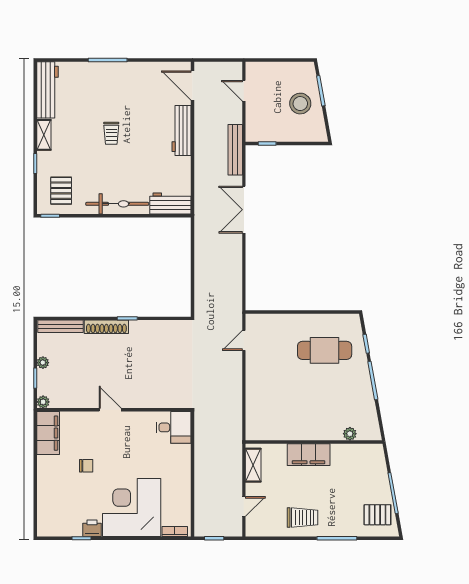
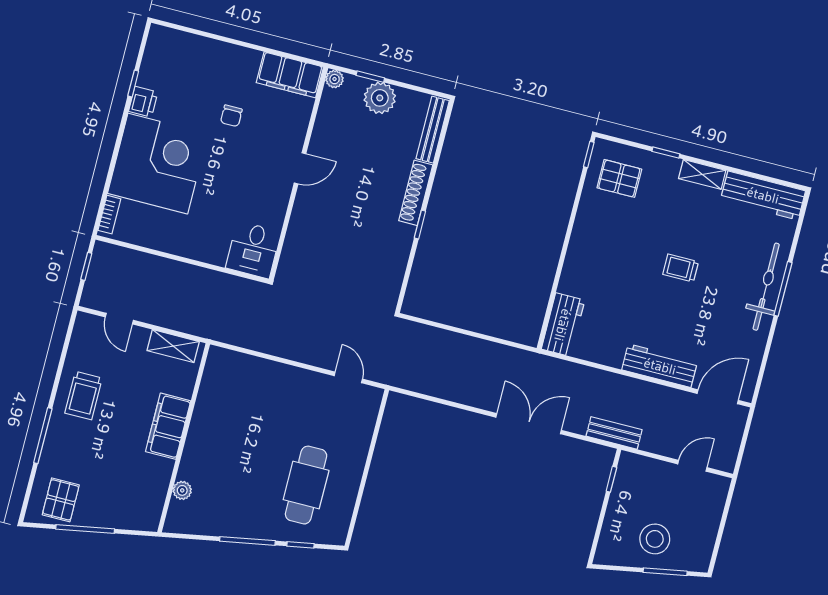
bench: (235, 150) -> (614, 433), width x0.73
bicycle: (117, 204) -> (766, 287), moved, turned 180
plant: (43, 363) -> (380, 98), width x1.87, depth x1.87

